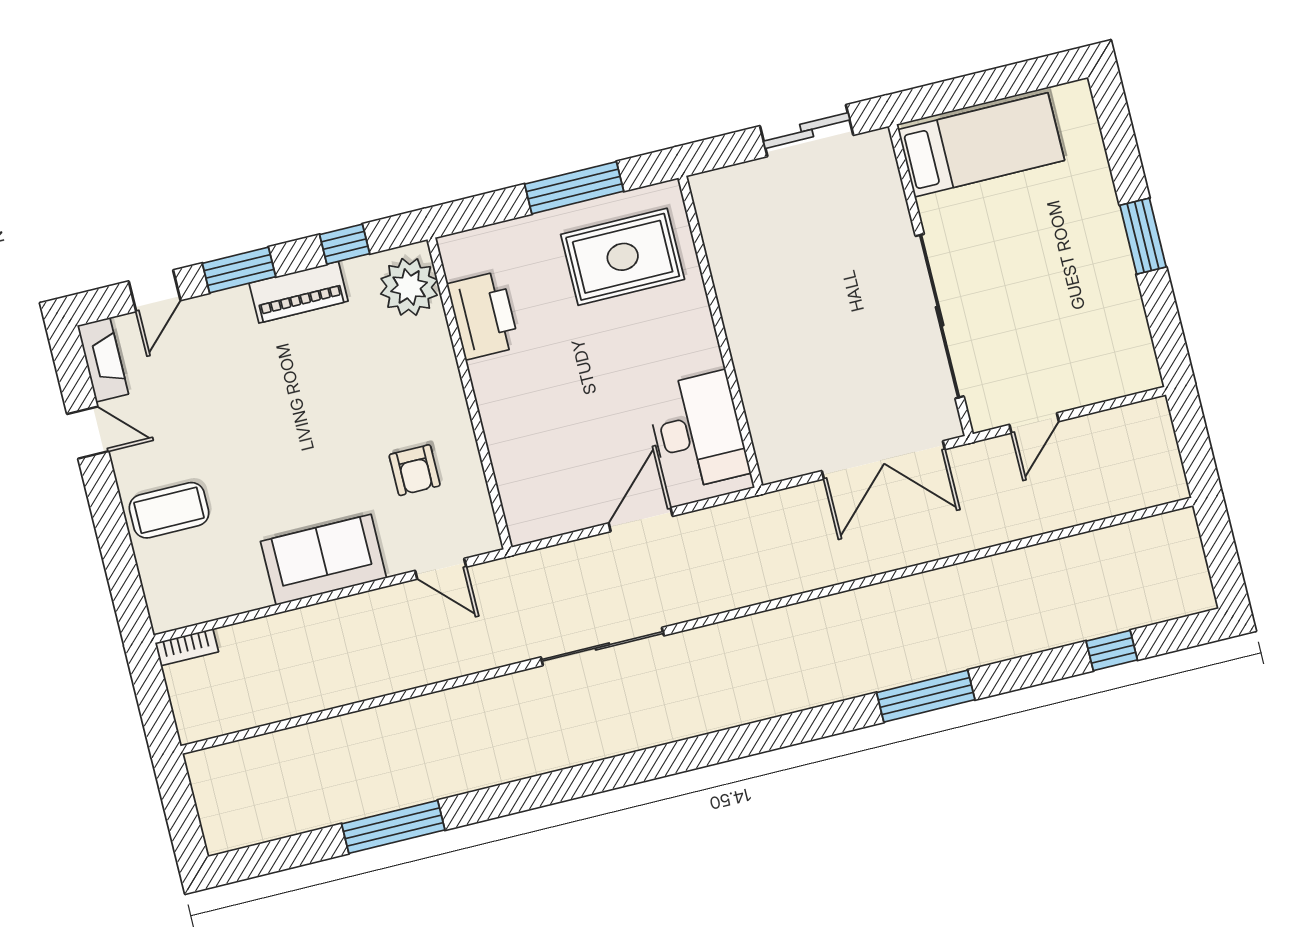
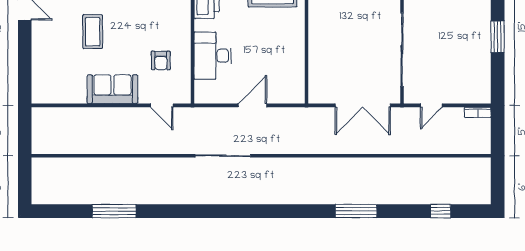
desk: (698, 431) -> (213, 56), moved, turned 180
coffee table: (169, 510) -> (93, 32), moved, turned 90
bookcase: (187, 647) -> (478, 112), moved

